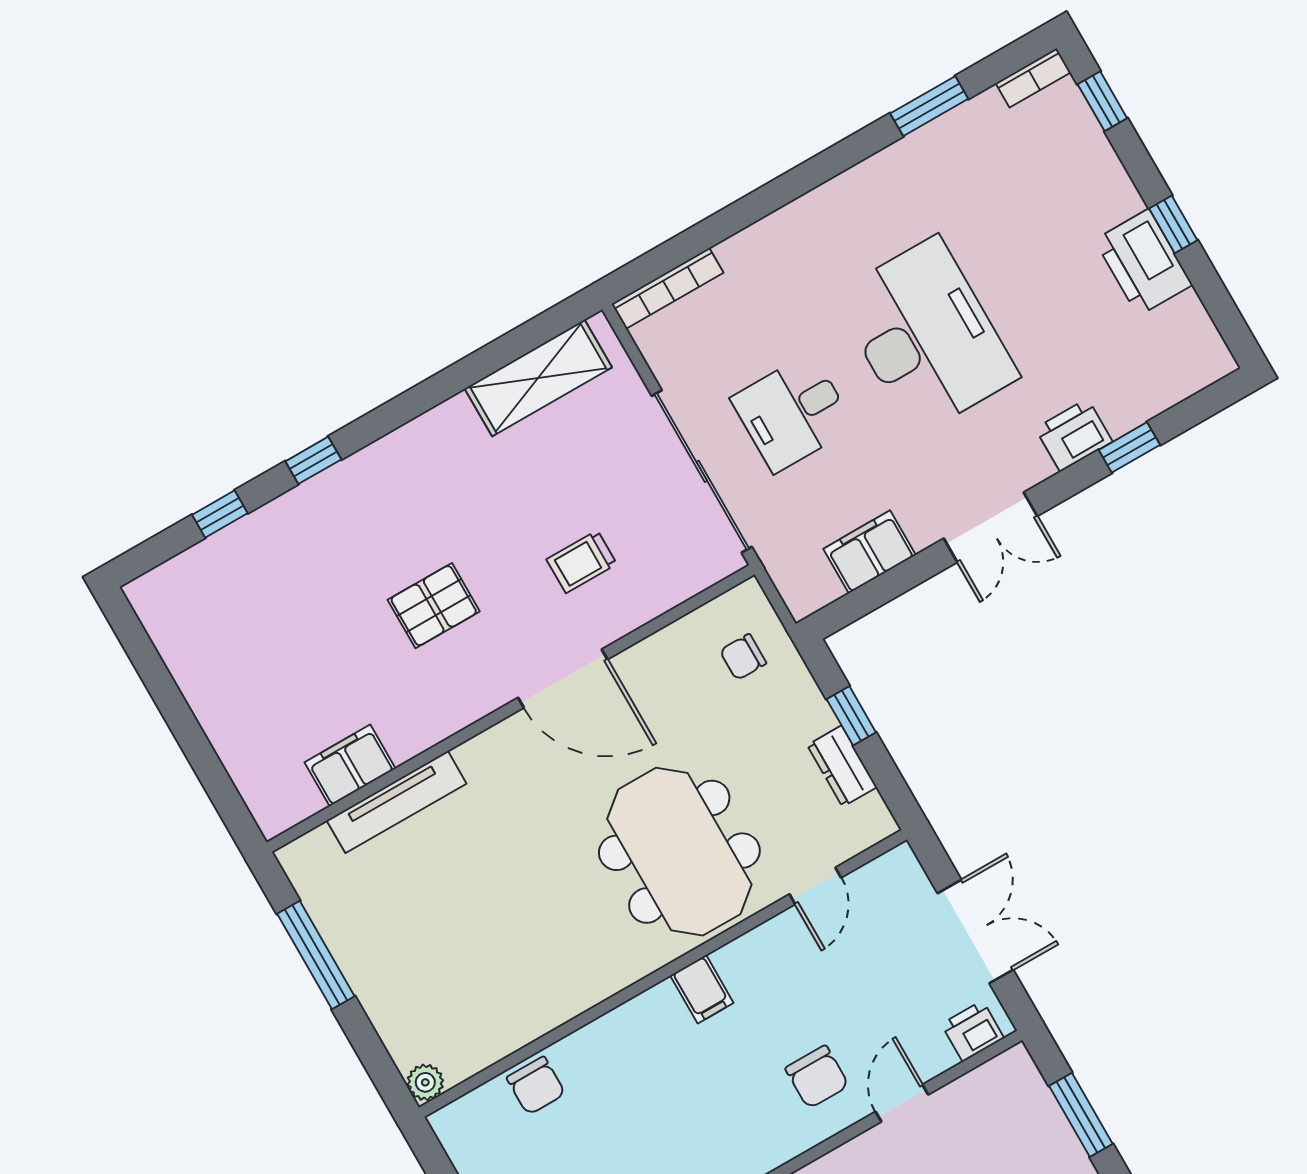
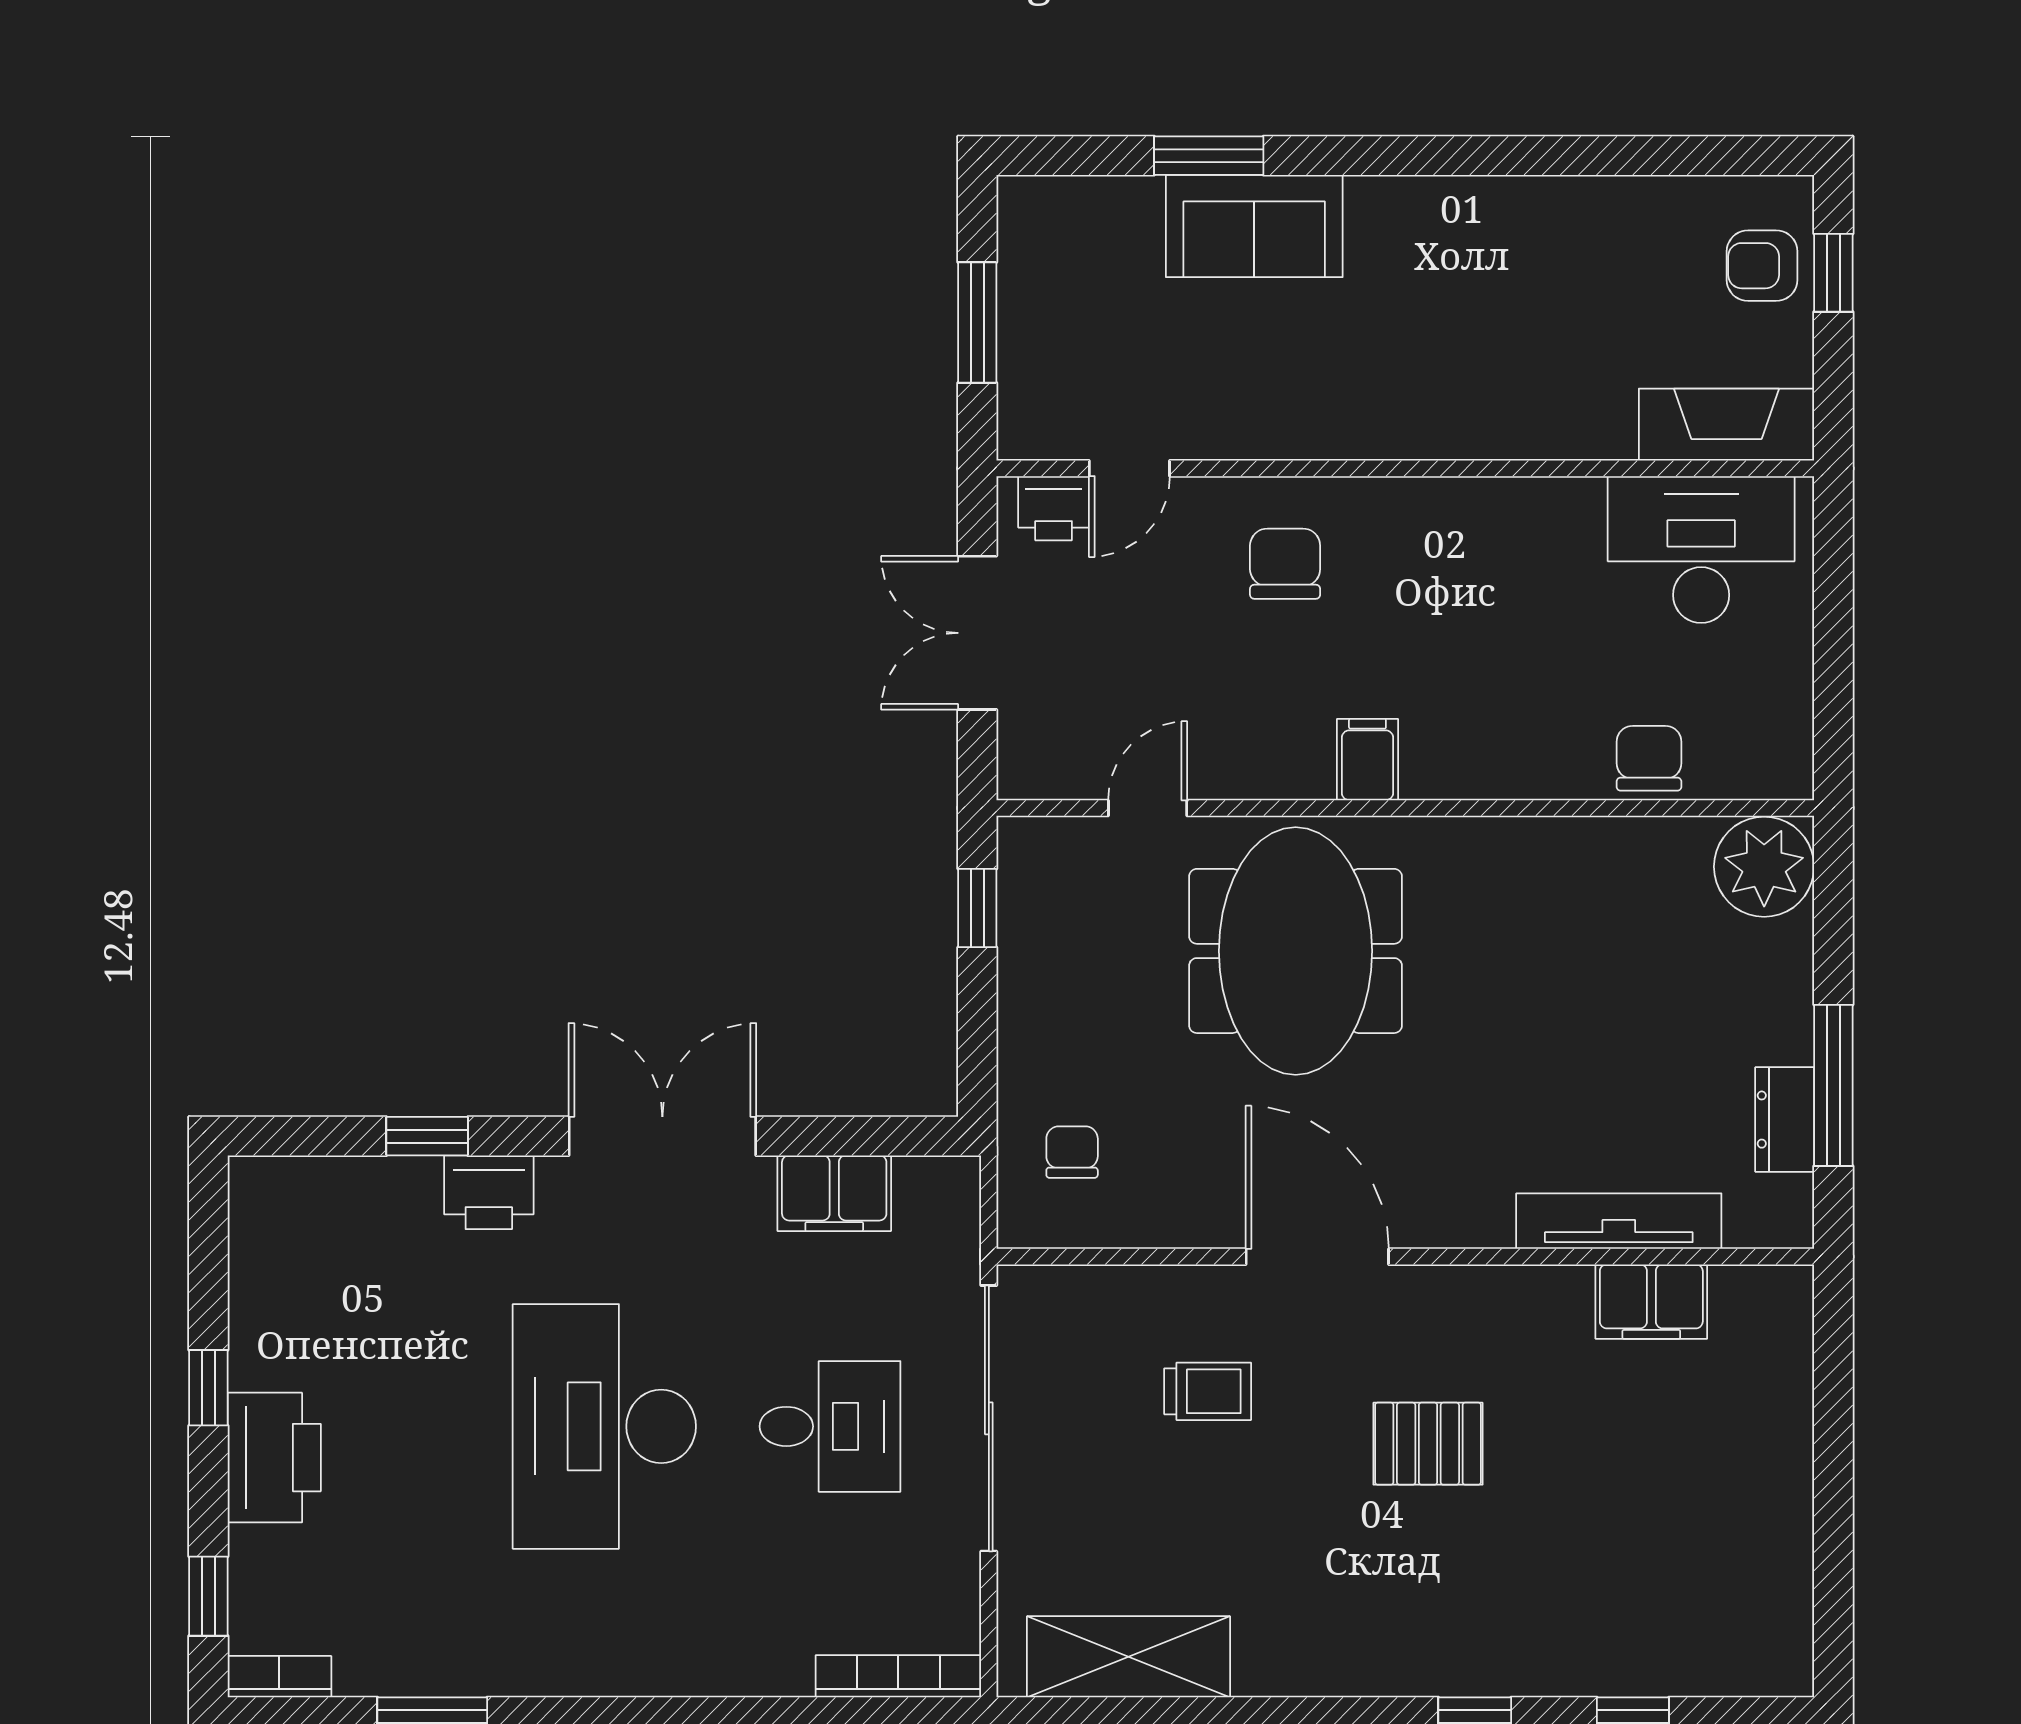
printer: (1143, 262) -> (274, 1458), moved
double door: (990, 527) -> (662, 1136), width x1.37
chair: (743, 657) -> (1072, 1152), turned -90
window: (851, 716) -> (977, 908), moved
dresser: (842, 766) -> (1785, 1120), moved, turned 180
plant: (425, 1082) -> (1764, 867), width x1.87, depth x1.87
door: (902, 1103) -> (1129, 468), moved

